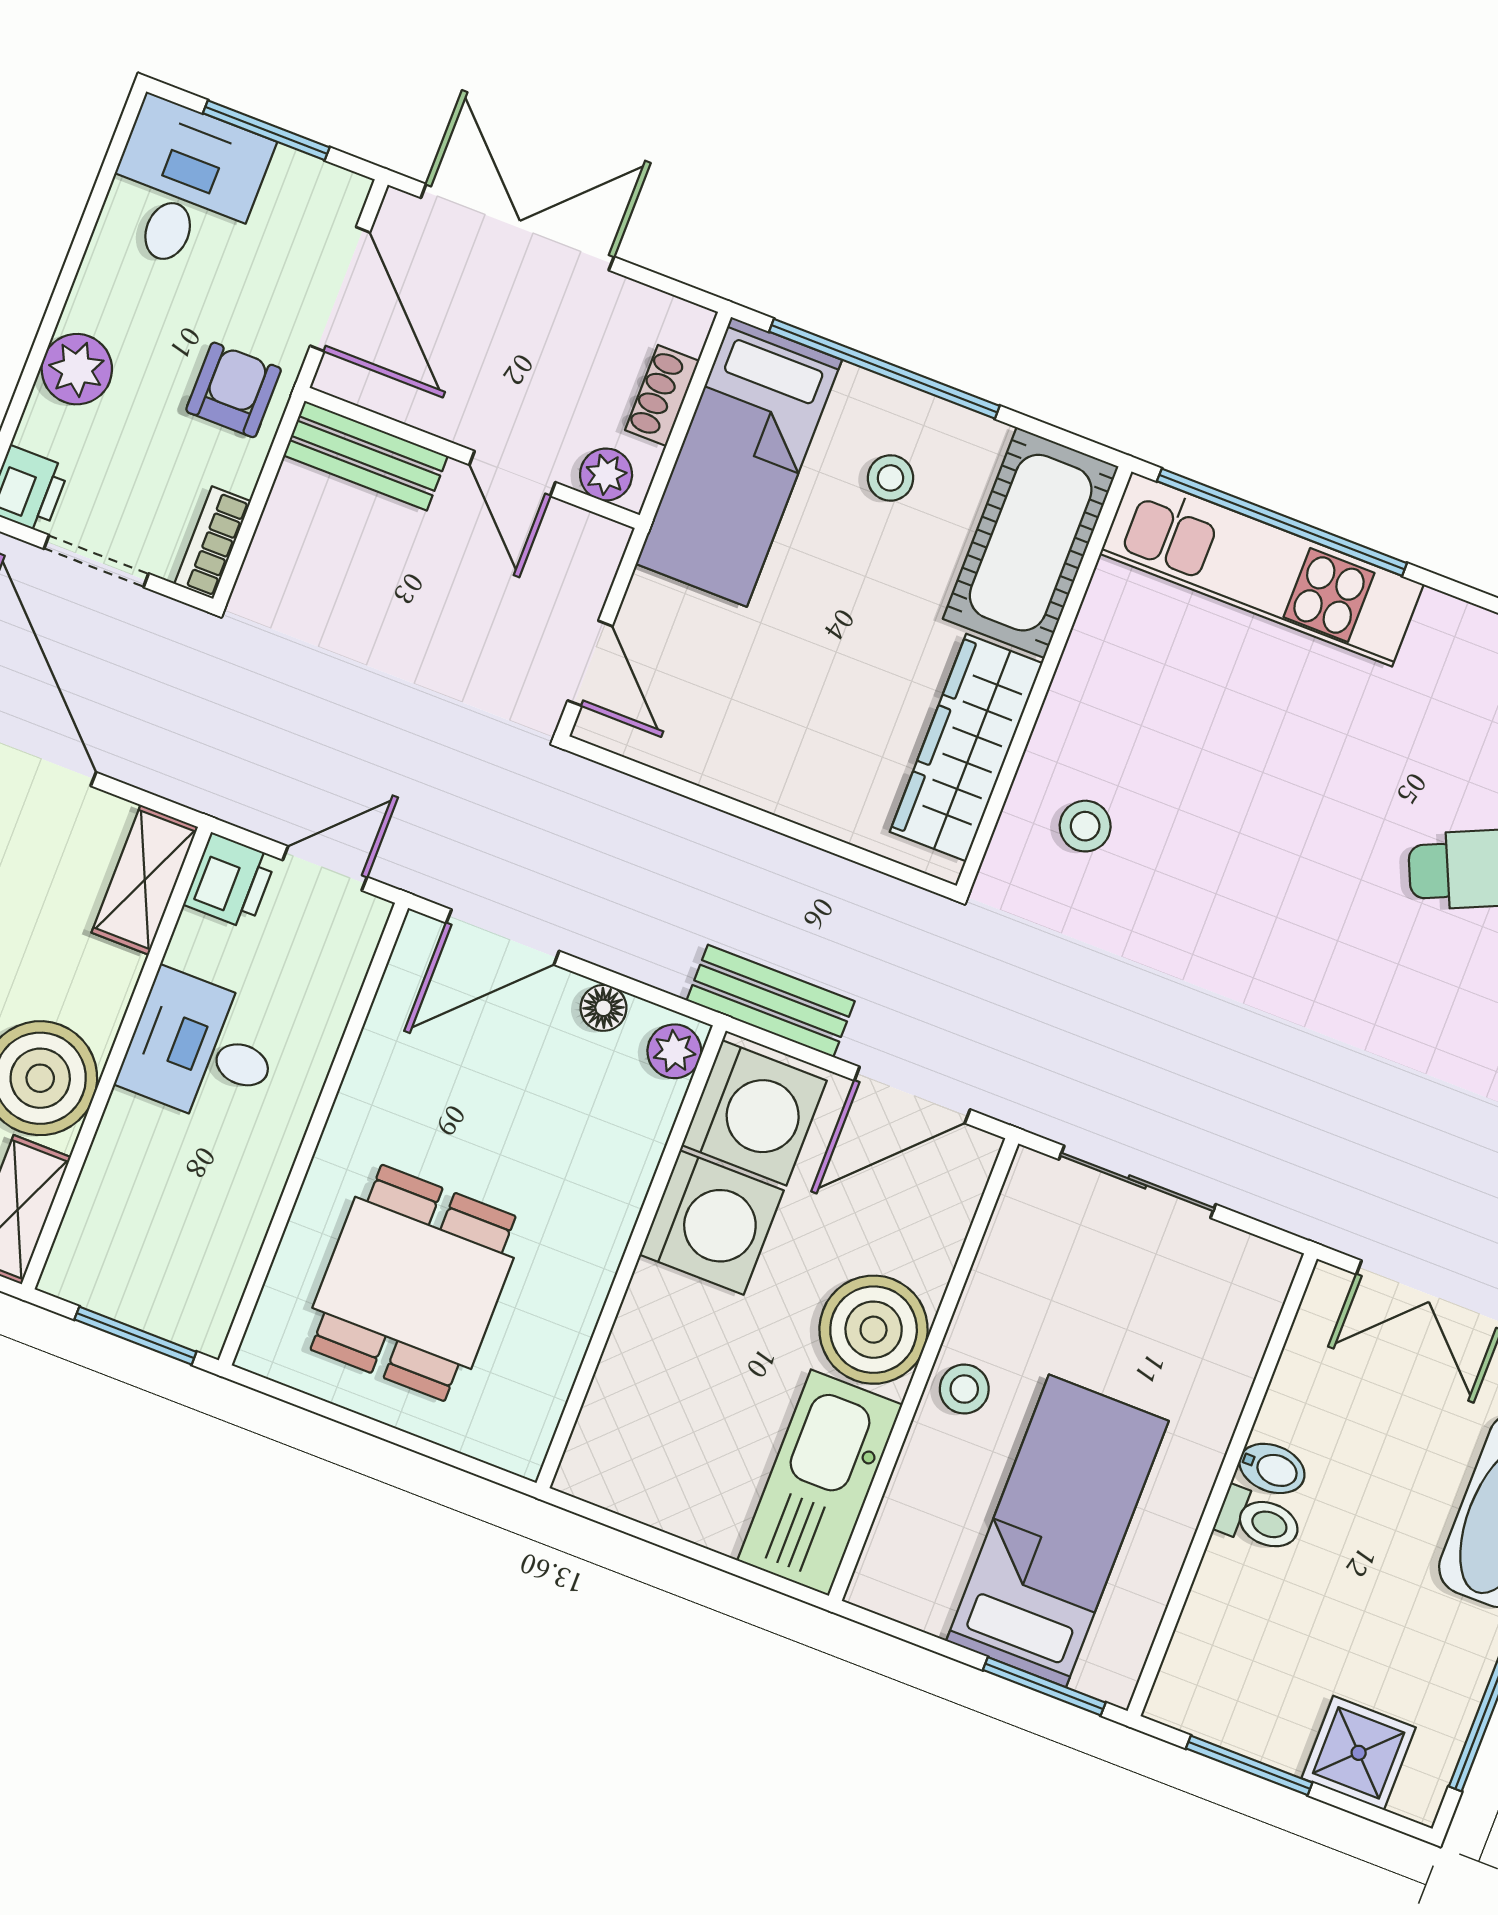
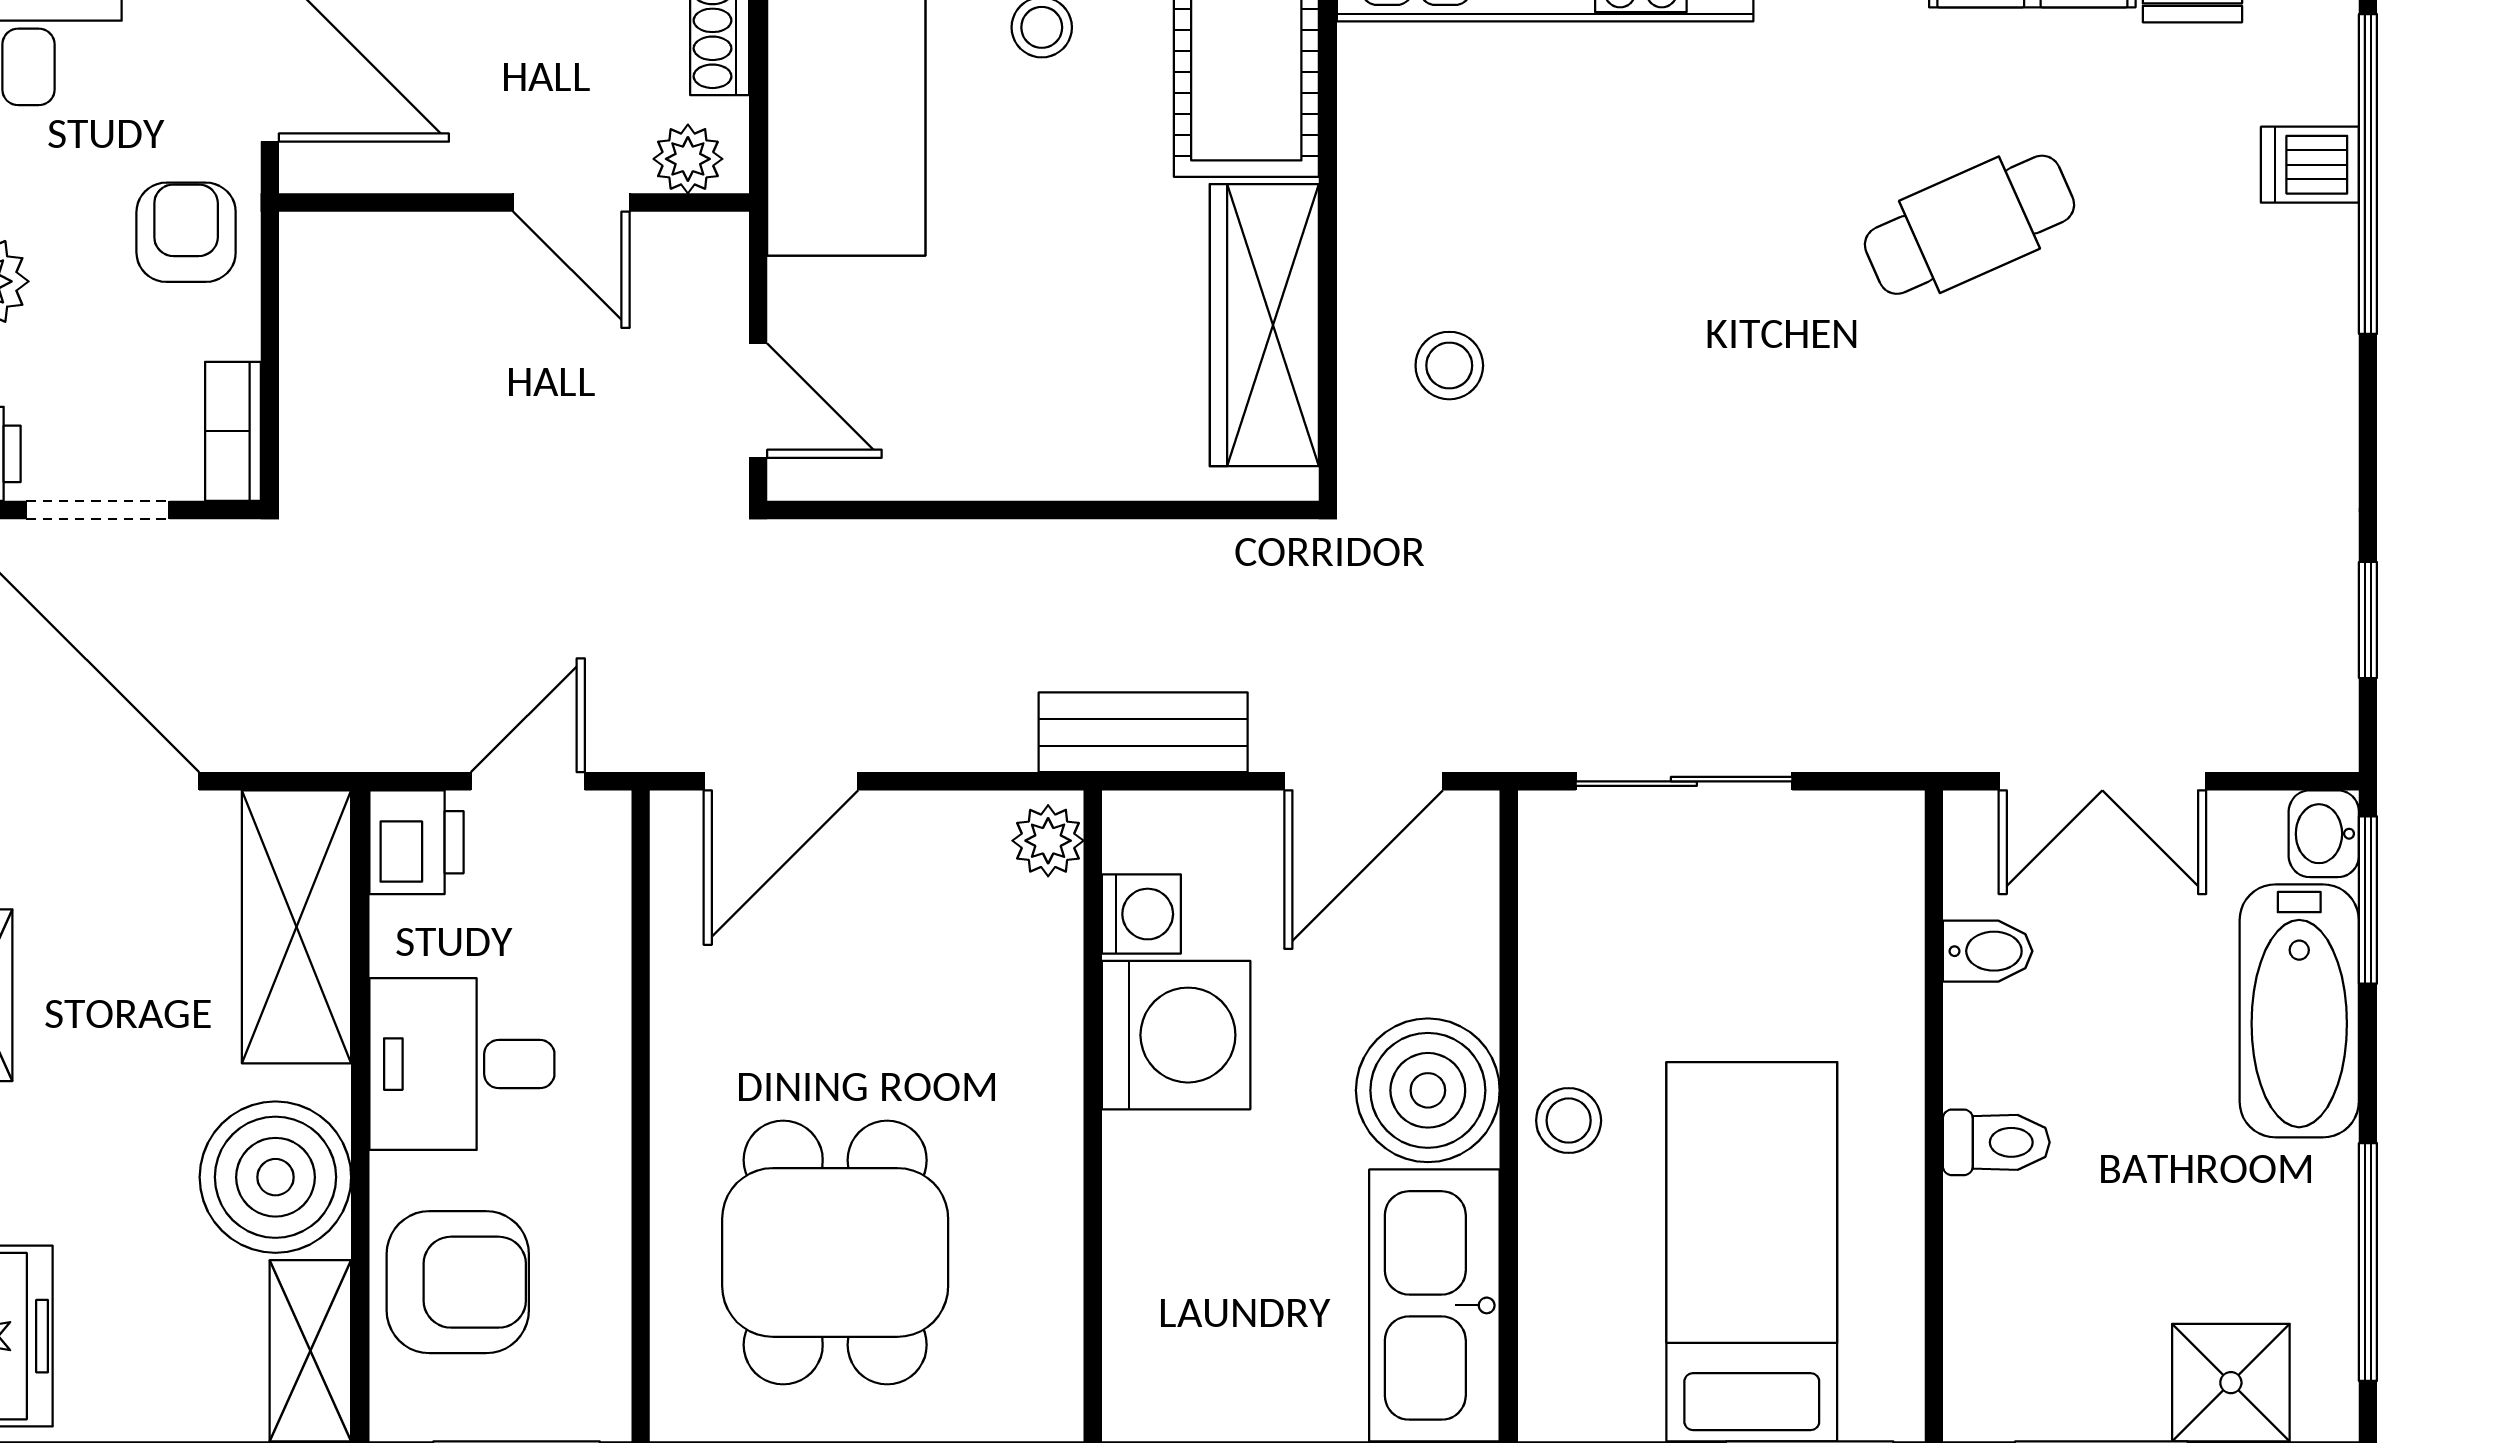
bench: (366, 456) -> (381, 251), removed
shelving: (145, 880) -> (297, 927), width x1.50, depth x1.33
floor lamp: (603, 1008) -> (940, 821), removed
washing machine: (754, 1113) -> (1141, 914), width x0.53, depth x0.53
armchair: (140, 1201) -> (458, 1282), added
bidet: (1272, 1468) -> (1988, 951), moved

